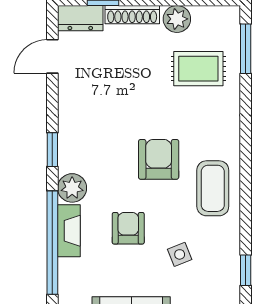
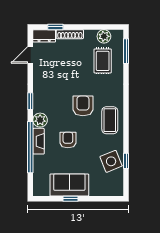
plant: (177, 19) -> (104, 36), moved
rug: (198, 69) -> (103, 61), turned 90
side table: (180, 254) -> (111, 161), moved, width x1.87, depth x1.87

